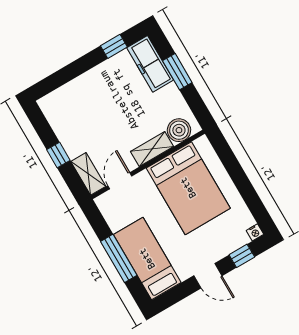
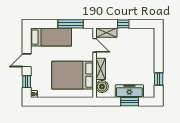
freezer: (150, 64) -> (129, 91), moved
window: (119, 258) -> (71, 24), moved

